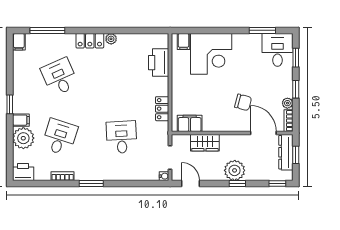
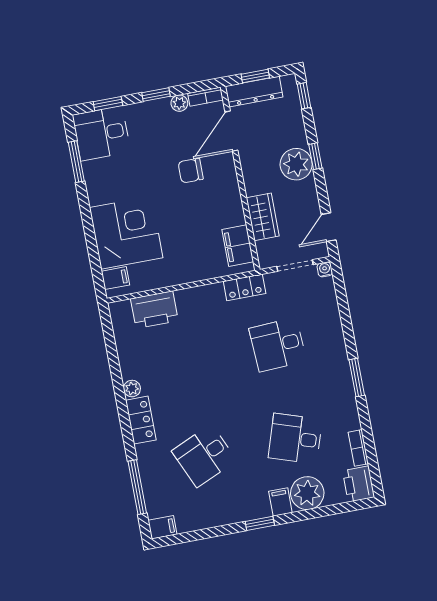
chair: (243, 102) -> (191, 171), turned -105
locker: (162, 109) -> (245, 287), moved
bookcase: (63, 176) -> (358, 448), moved

